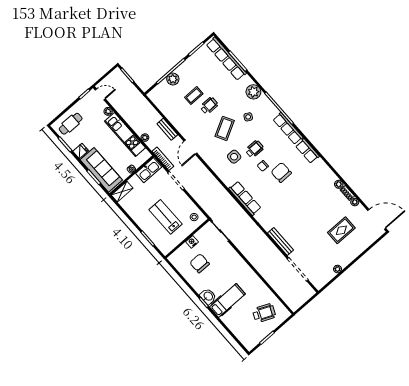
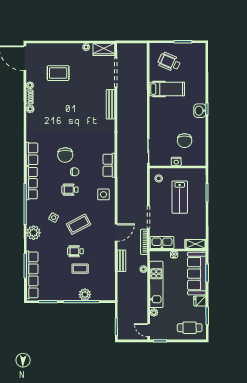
side table: (234, 157) -> (103, 194), moved
row of seats: (245, 198) -> (109, 165), width x0.68
wardrobe: (322, 279) -> (104, 49), added
hospital bed: (227, 300) -> (167, 89), moved, turned 180

